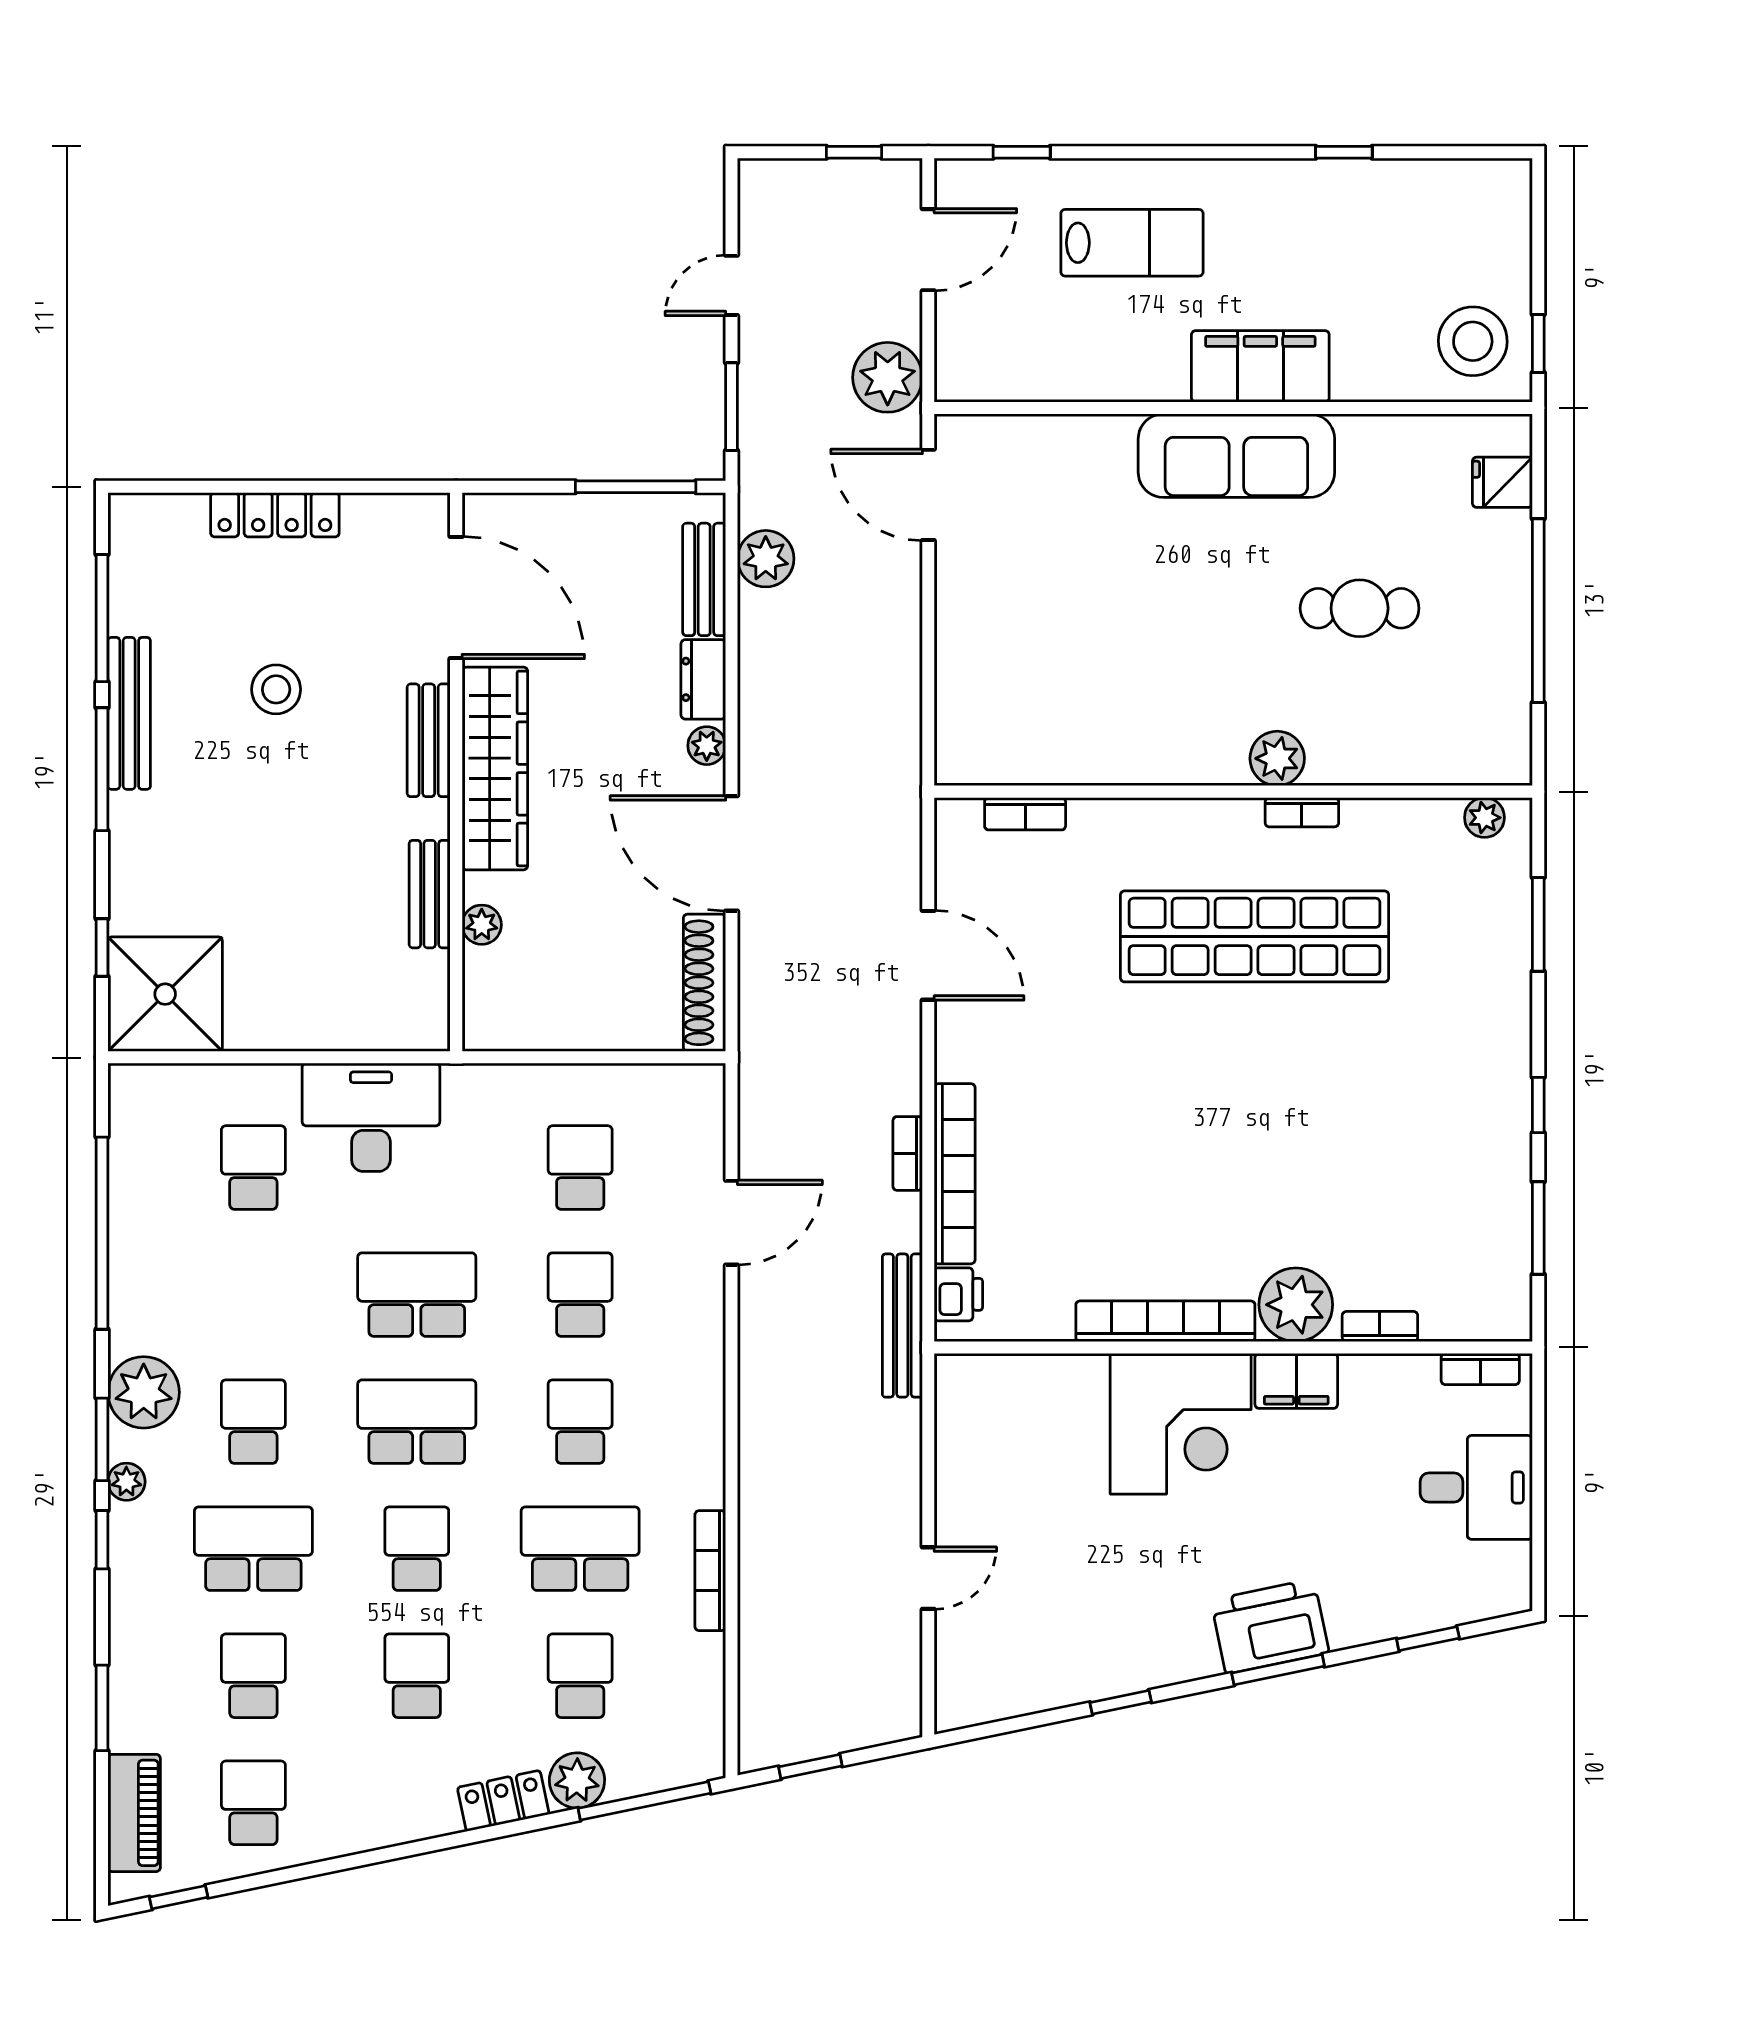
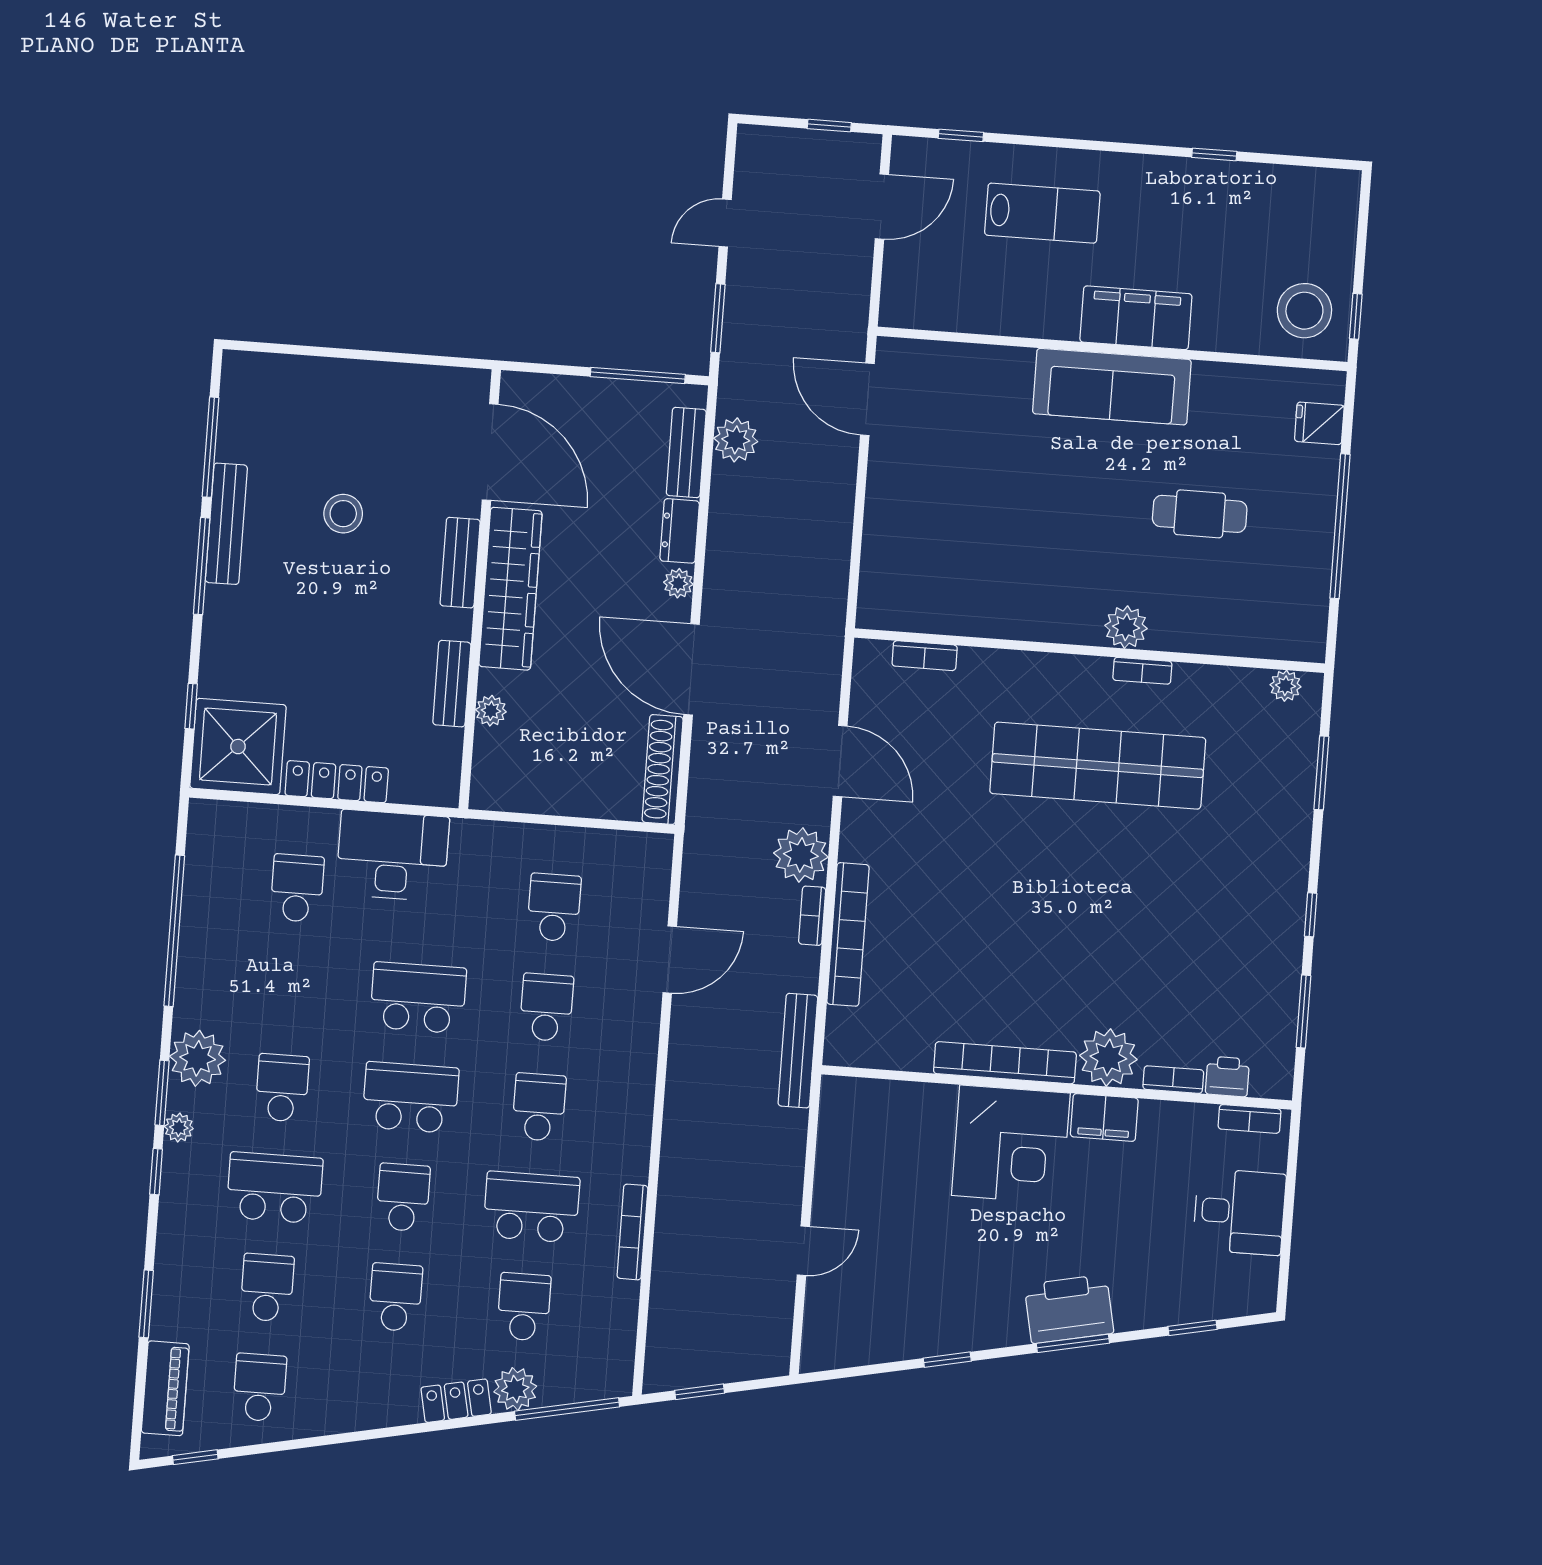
plant: (888, 377) -> (801, 855), moved
locker: (275, 515) -> (337, 782), moved, turned 180
printer: (958, 1294) -> (1227, 1076), moved, turned -90

